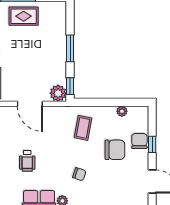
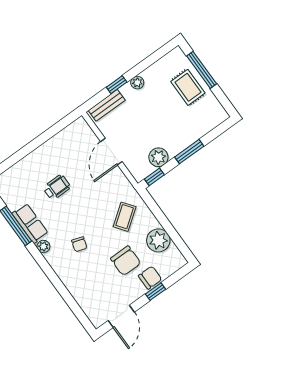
plant: (58, 93) -> (158, 157), moved
plant: (122, 111) -> (158, 240), width x1.88, depth x1.88
coffee table: (83, 128) -> (125, 217), turned -47
wheelchair: (27, 161) -> (57, 187), turned 180

